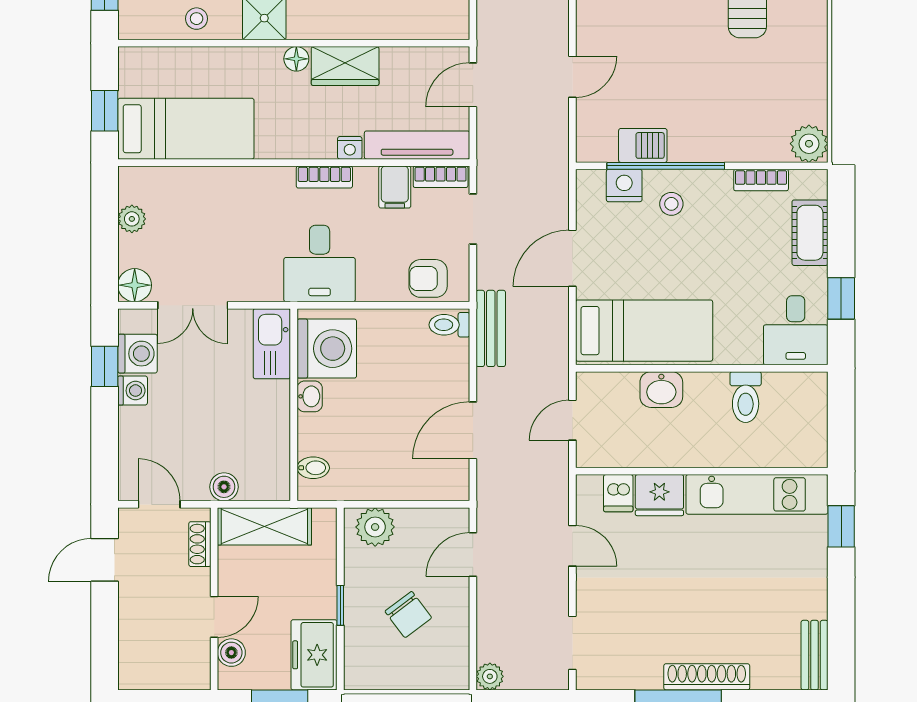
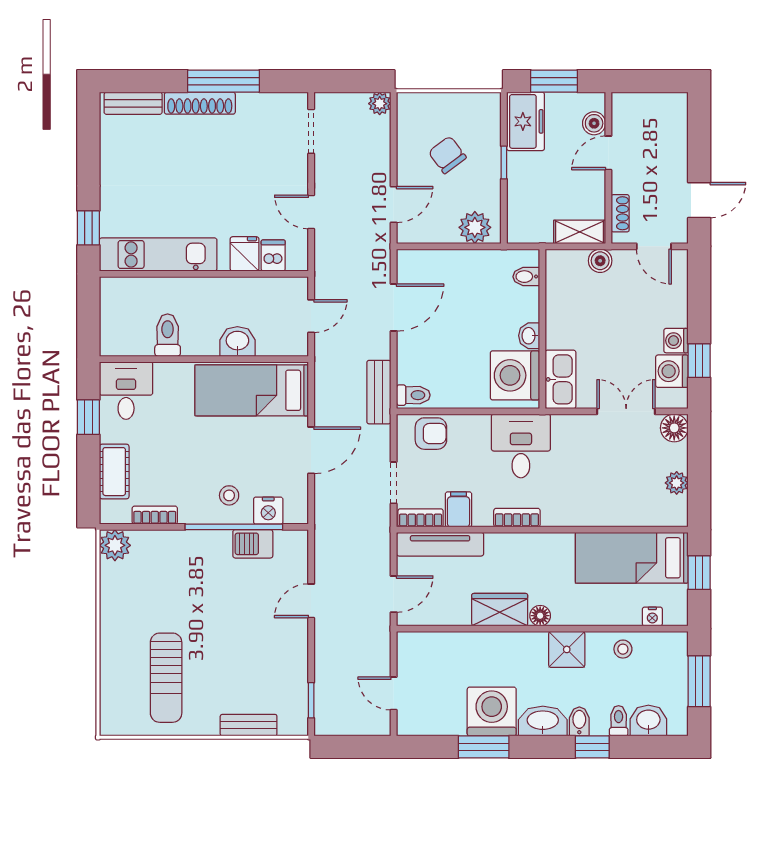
nightstand: (350, 148) -> (652, 616), moved, turned 180
fridge: (659, 495) -> (245, 254), width x0.72
shelving: (264, 526) -> (580, 232), width x0.67, depth x0.75
bench: (814, 655) -> (133, 103), moved, turned 90

